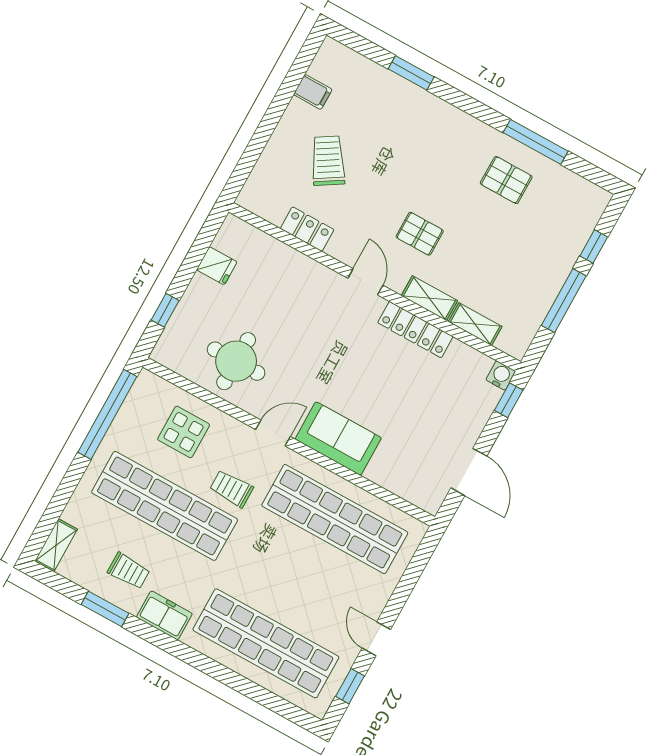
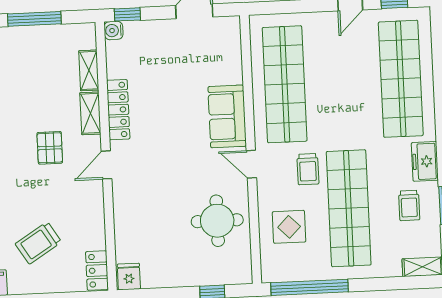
locker: (307, 229) -> (97, 271), moved
fridge: (217, 266) -> (129, 277), moved
trolley: (129, 571) -> (409, 205), turned 180

